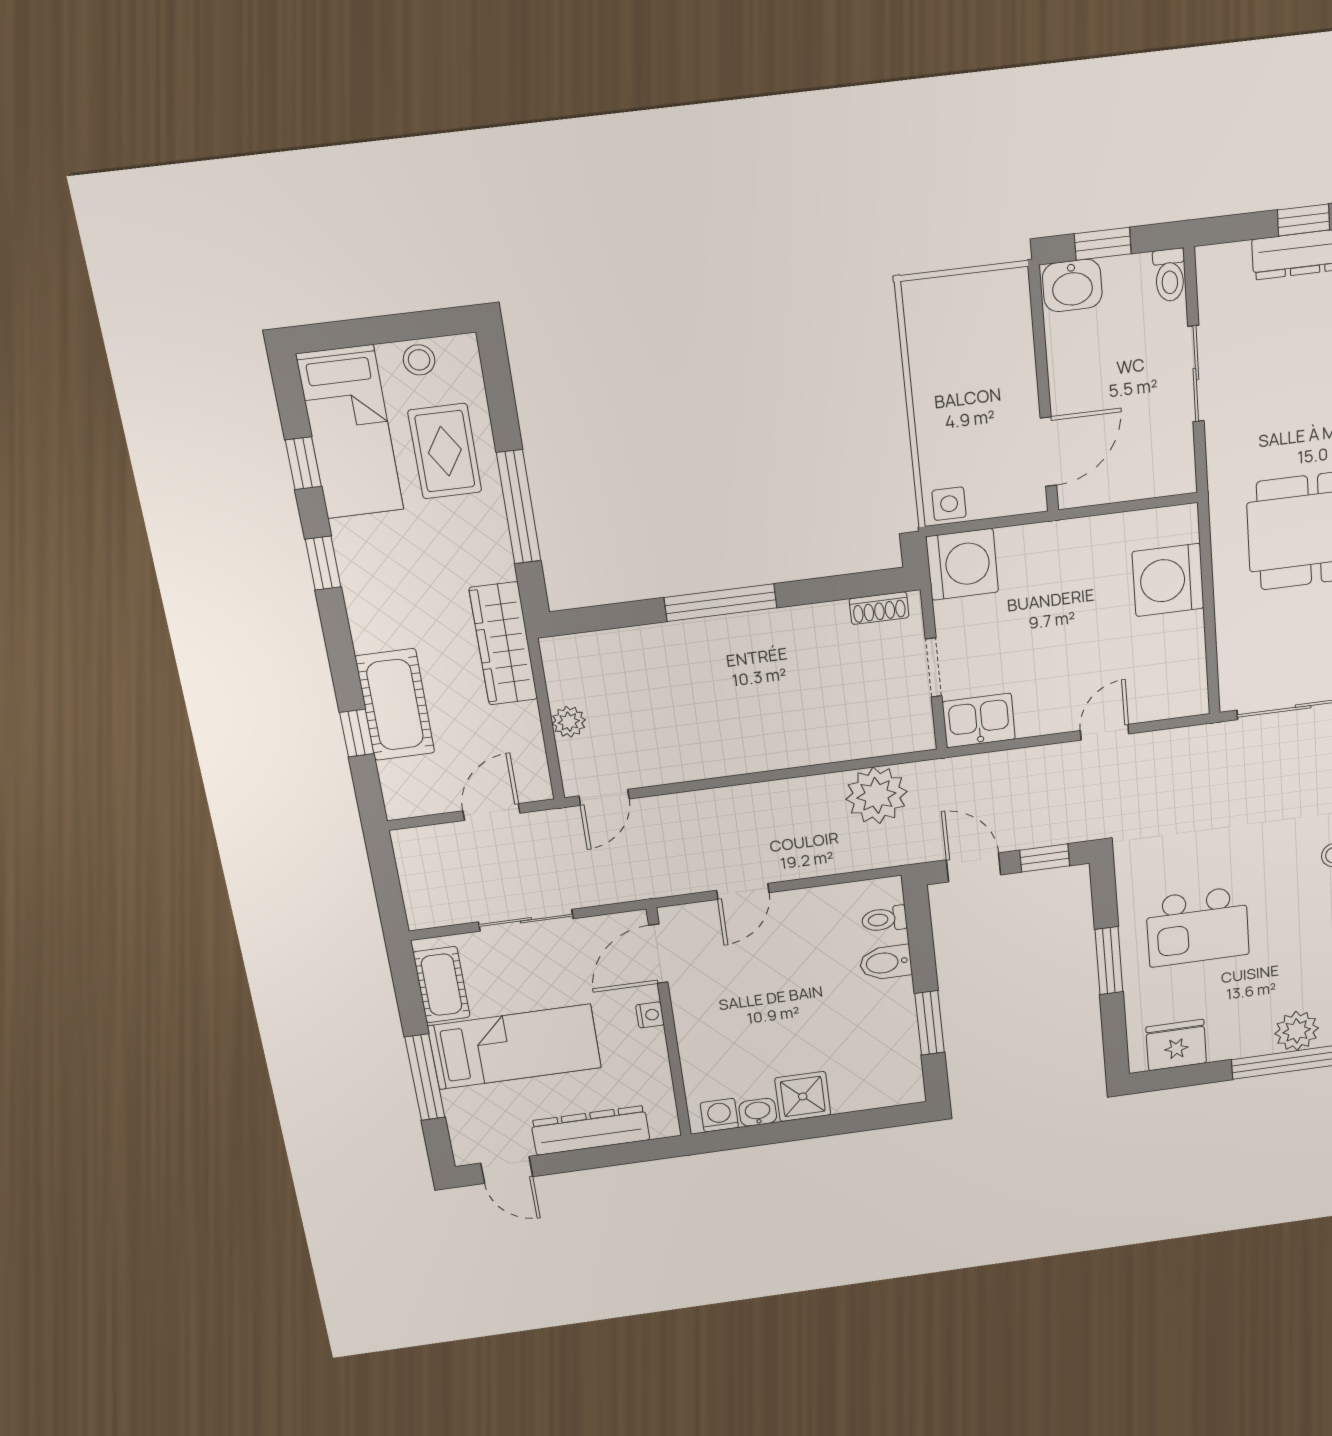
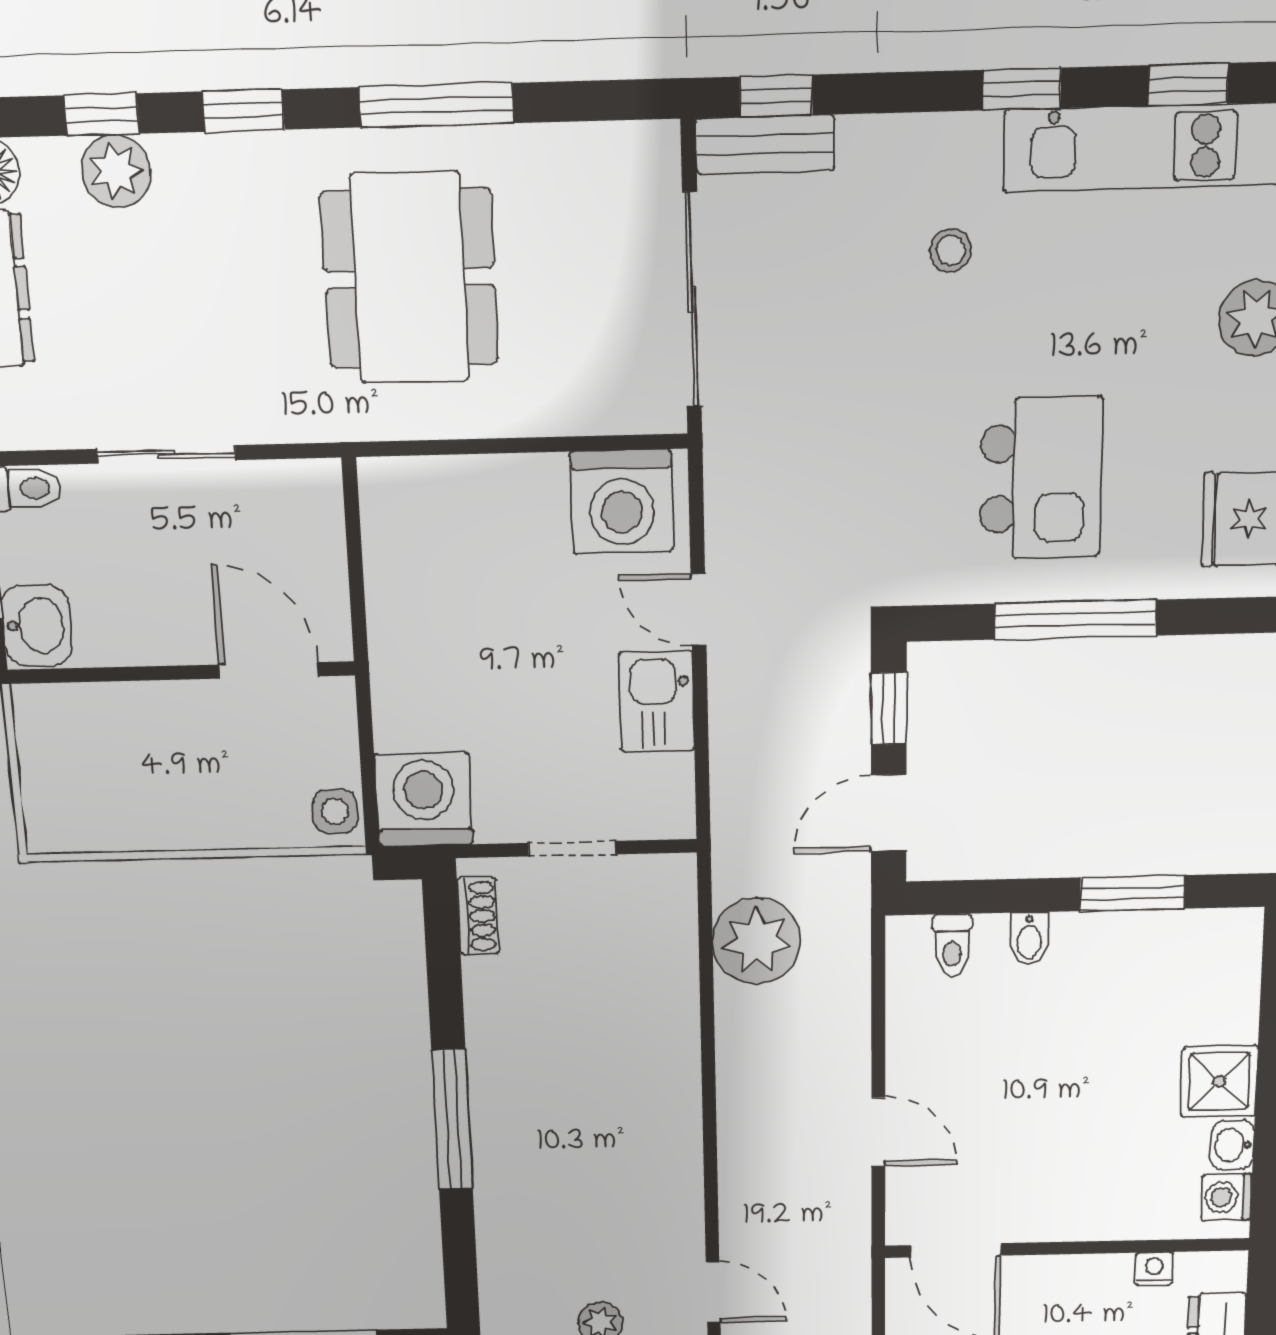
washing machine: (1168, 580) -> (622, 502), moved
kitchen sink: (979, 721) -> (657, 701), moved
window: (1109, 961) -> (1076, 620), width x1.44
bidet: (886, 963) -> (1029, 939), width x0.72, depth x0.74
nightstand: (650, 1015) -> (1154, 1269), moved

